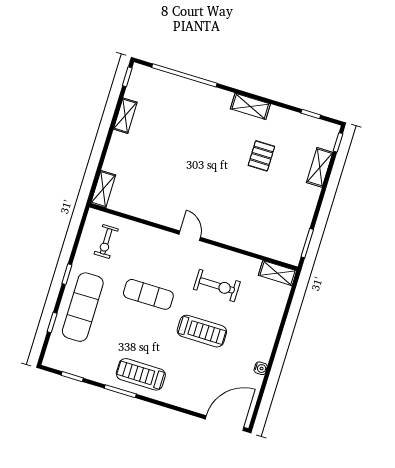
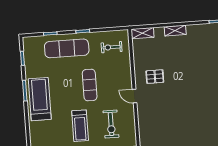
shelving: (125, 116) -> (175, 31), moved
pallet: (261, 156) -> (155, 77), moved
door: (190, 236) -> (135, 96), swing flipped
treadmill: (141, 374) -> (40, 99), width x1.37, depth x1.38

